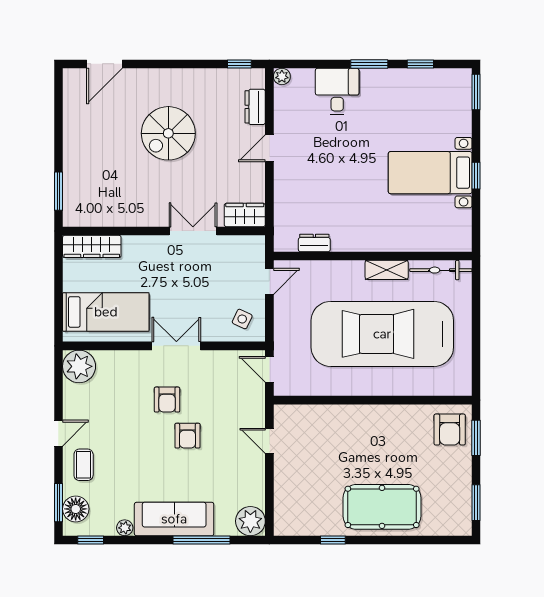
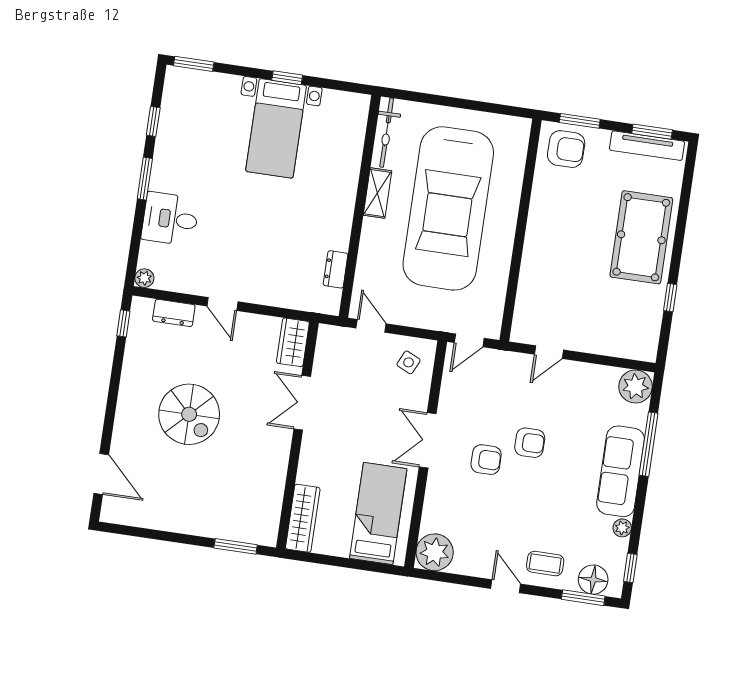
tv unit: (463, 500) -> (647, 146), added

